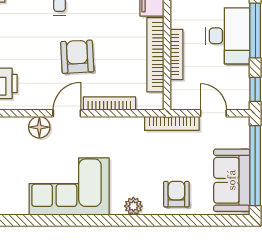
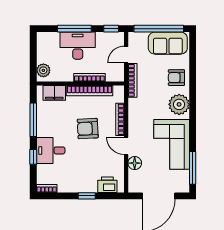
armchair: (77, 57) -> (88, 129), moved
plant: (133, 206) -> (179, 104), width x1.87, depth x1.87
window: (32, 220) -> (193, 168), added

